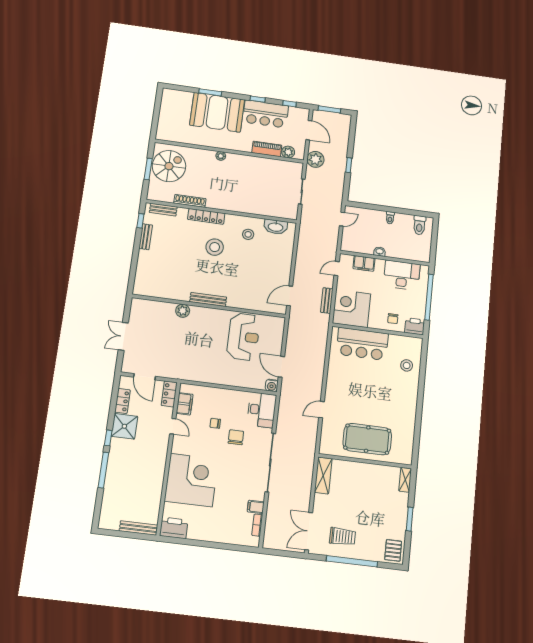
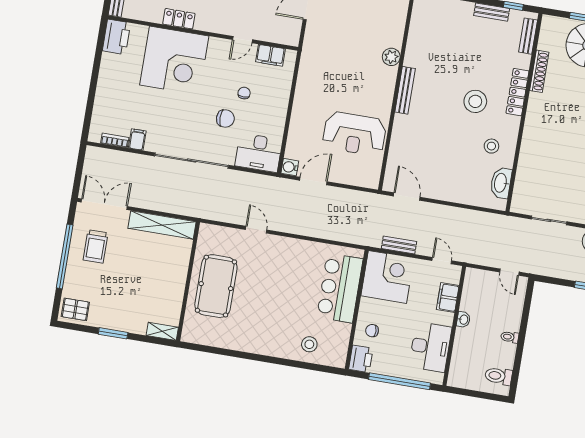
locker: (169, 394) -> (179, 19), moved
shelving: (323, 475) -> (162, 225), width x1.47

